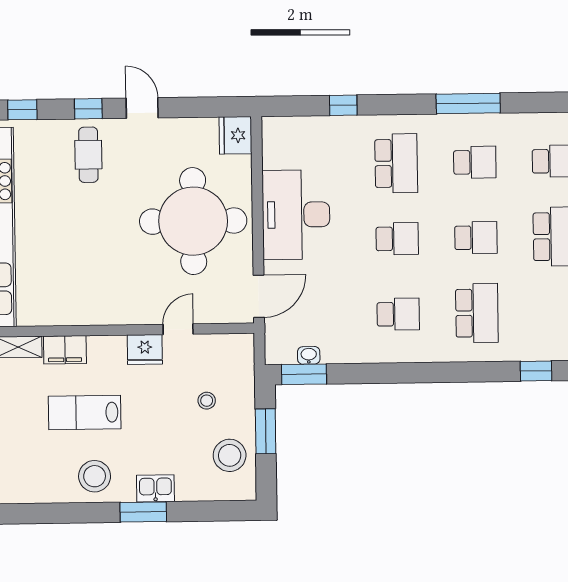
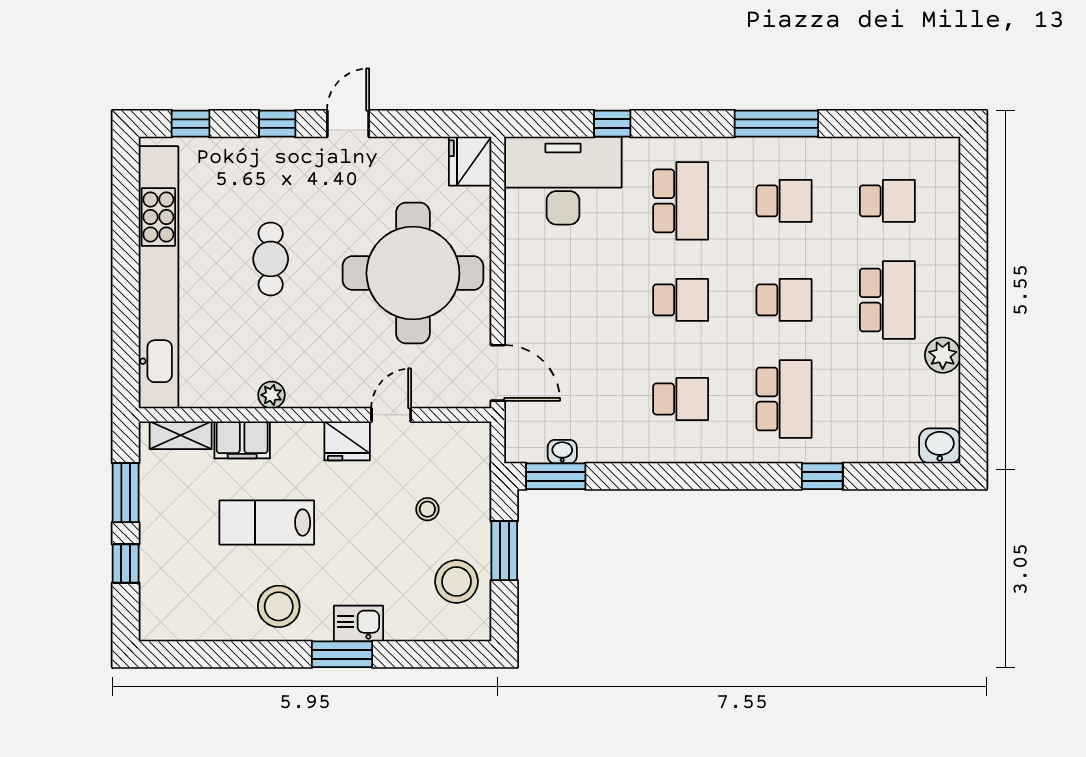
door: (142, 108) -> (348, 124), hinge flipped
cafe table: (88, 155) -> (271, 259), moved
desk: (296, 215) -> (563, 181), moved, turned 90
door: (259, 296) -> (498, 373), hinge flipped
plant: (87, 315) -> (271, 395), added
window: (536, 371) -> (822, 476), moved

